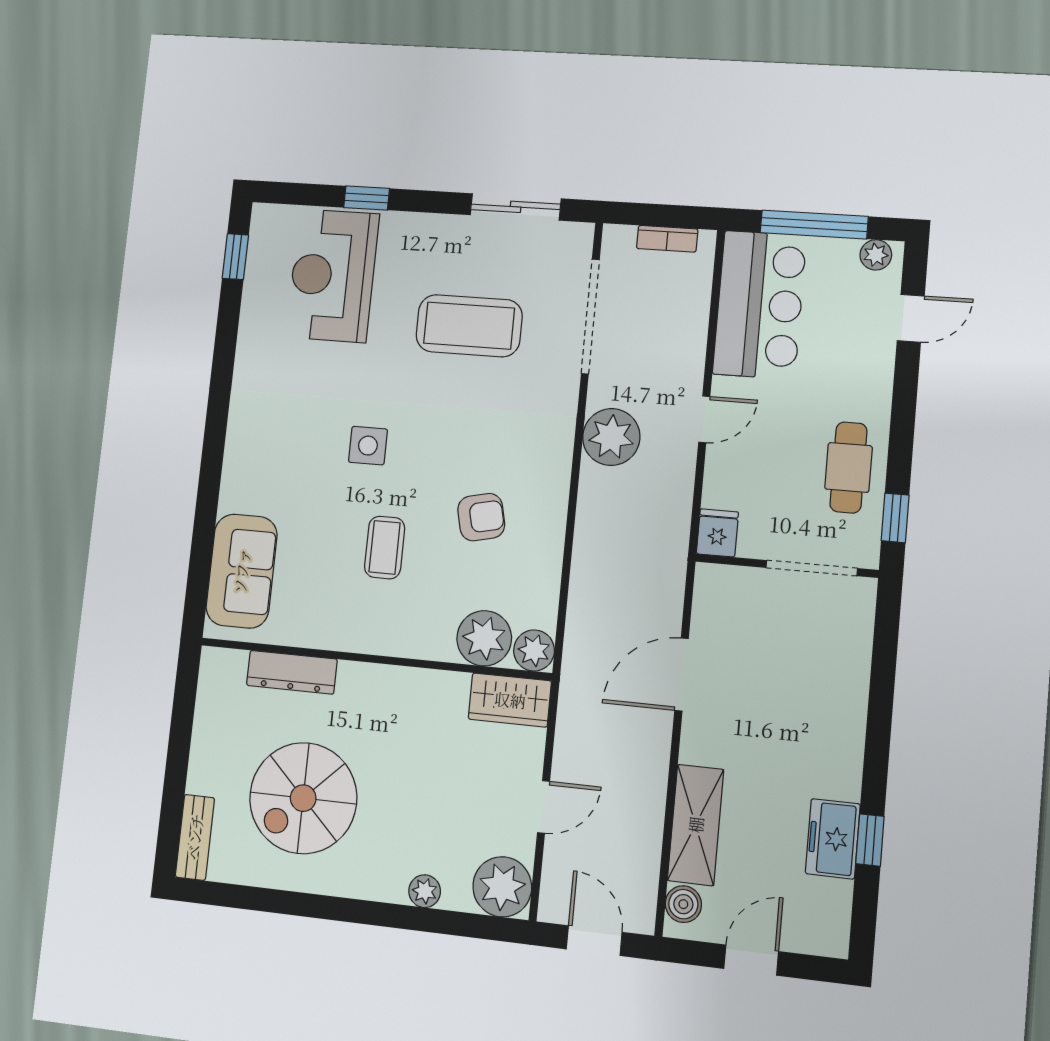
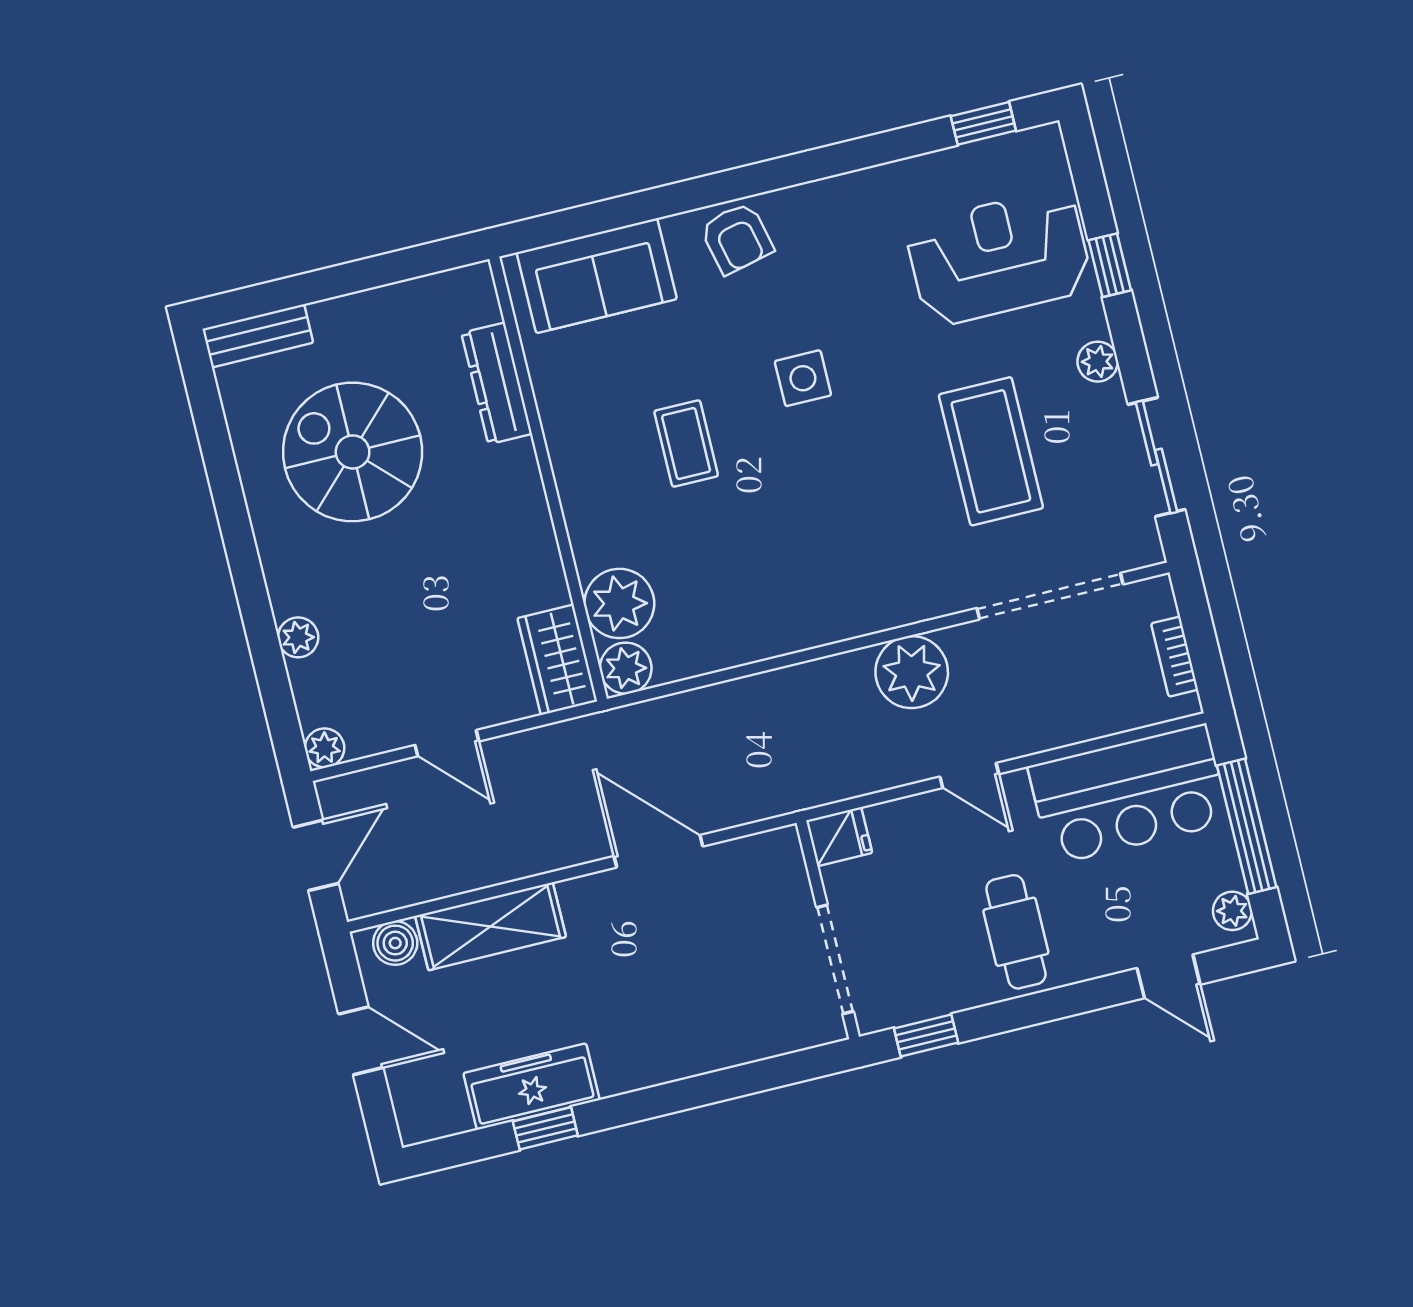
plant: (432, 228) -> (1098, 362), added
cafe table: (848, 467) -> (1016, 932), moved, turned 90
armchair: (481, 517) -> (737, 238), moved
coffee table: (385, 547) -> (686, 443), turned 90
freezer: (833, 839) -> (532, 1087), width x1.40
plant: (502, 887) -> (325, 748), width x0.53, depth x0.53

